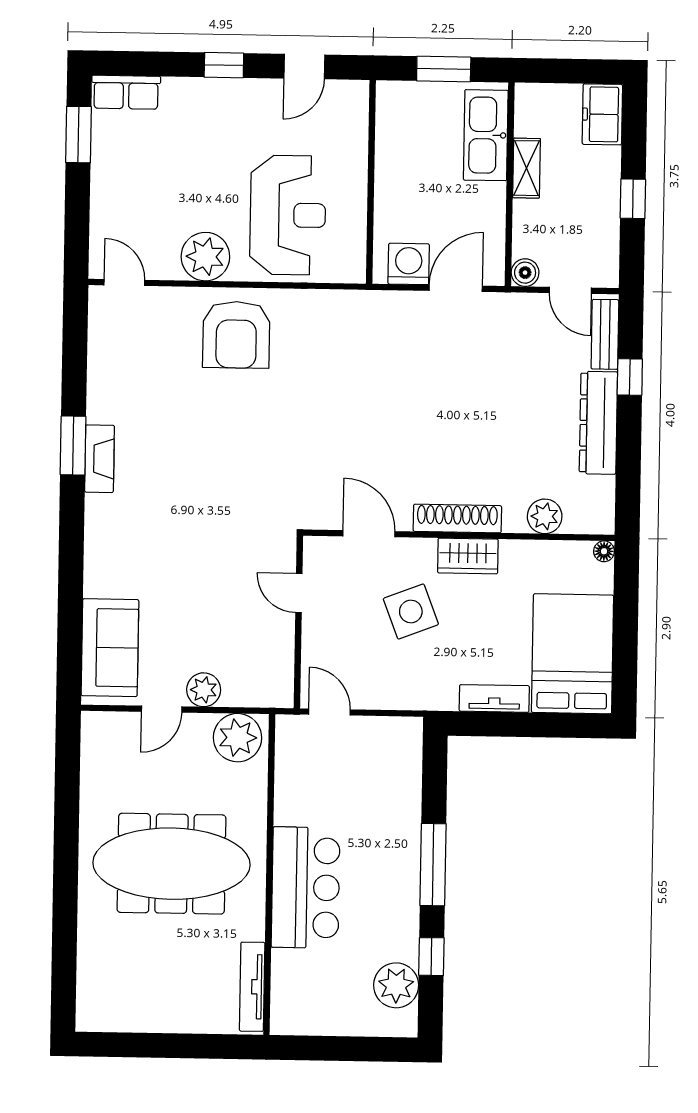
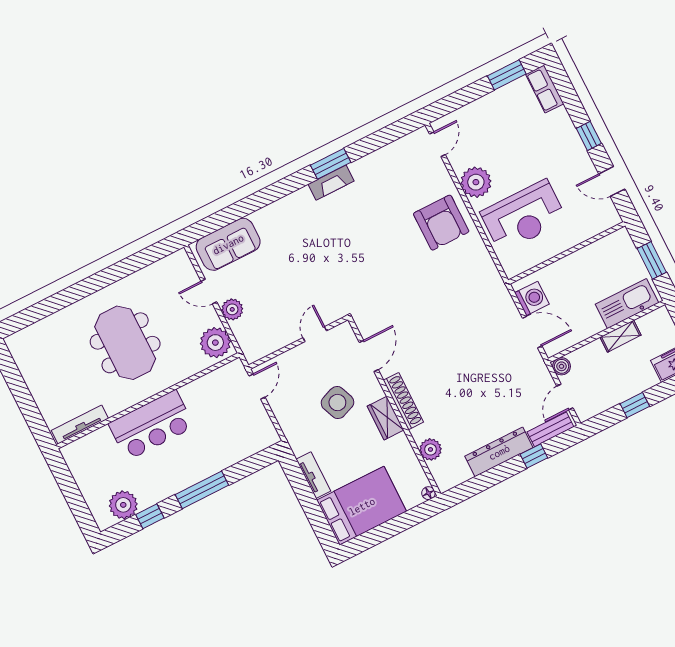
armchair: (236, 335) -> (441, 223), turned -90
meeting table: (171, 864) -> (125, 343), width x0.73

